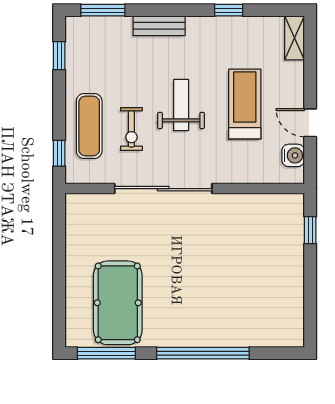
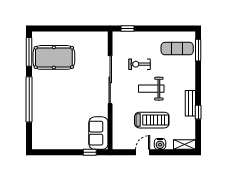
bench: (159, 26) -> (190, 103), moved
window: (59, 56) -> (176, 29), removed
weight bench: (181, 105) -> (151, 89), turned 180
exercise mat: (89, 126) -> (177, 49), moved
water cooler: (293, 155) -> (160, 144), moved
sofa: (271, 212) -> (98, 133), added

